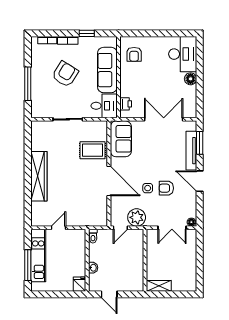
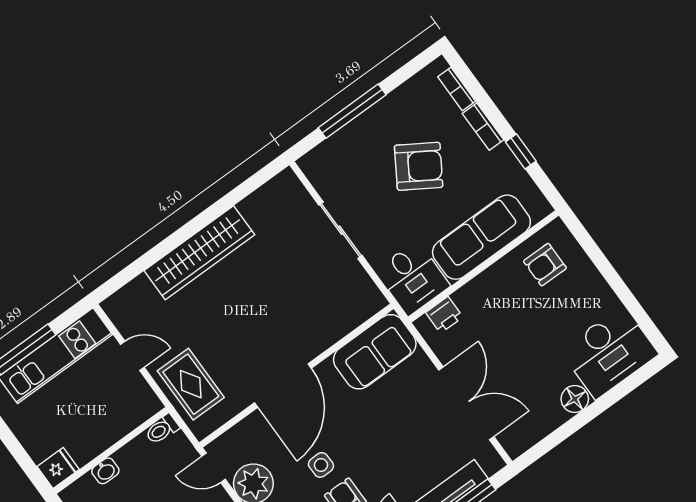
rug: (93, 150) -> (191, 384), moved

